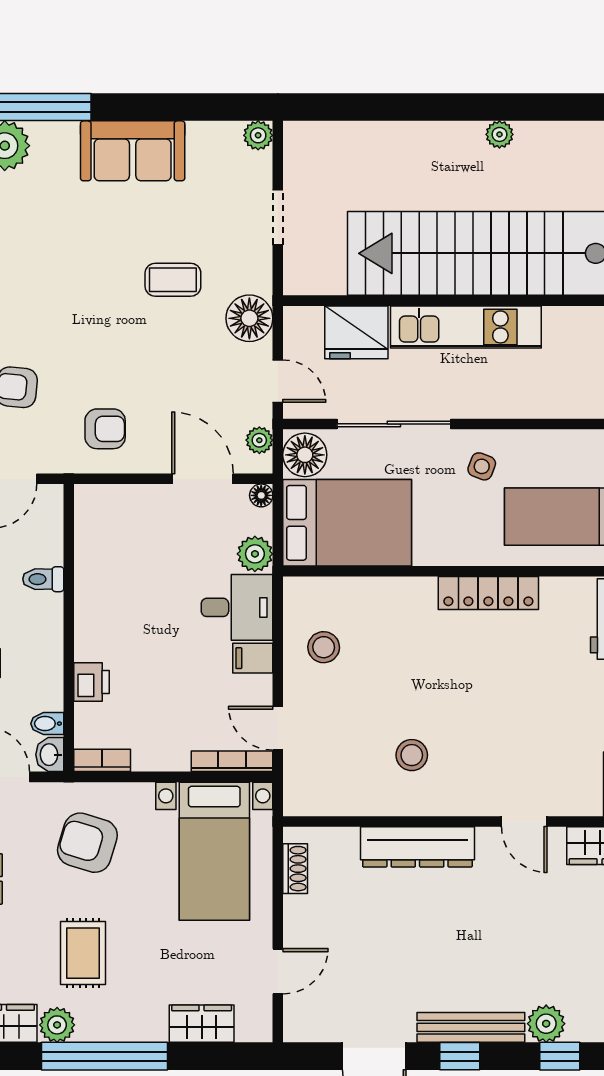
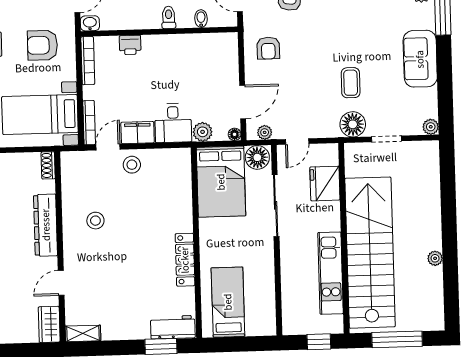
floor lamp: (249, 318) -> (353, 124), moved
kitchen unit: (466, 327) -> (331, 273), moved
side table: (482, 466) -> (254, 254), removed
toilet: (43, 579) -> (169, 17), moved
stool: (324, 647) -> (132, 165), moved
filing cabinet: (253, 658) -> (138, 133), width x2.00
bidet: (47, 724) -> (201, 19), moved
bookcase: (102, 760) -> (88, 61), width x1.56
armchair: (87, 843) -> (42, 45), turned -107
shoe rack: (295, 869) -> (48, 165), moved, turned 90

